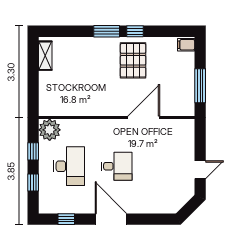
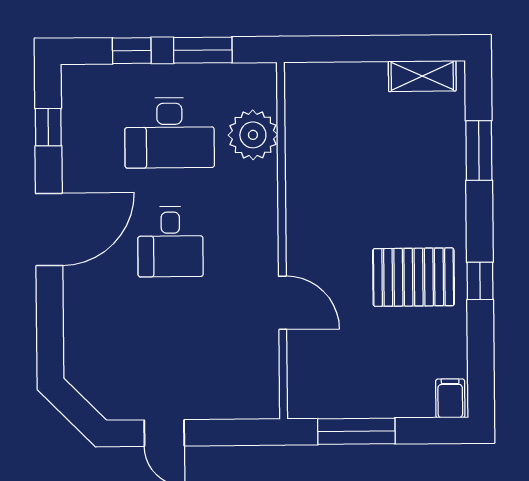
window: (107, 31) -> (479, 150), moved
door: (144, 118) -> (283, 303), width x0.73
plant: (50, 130) -> (253, 135), moved
window: (33, 151) -> (203, 50), width x1.50

